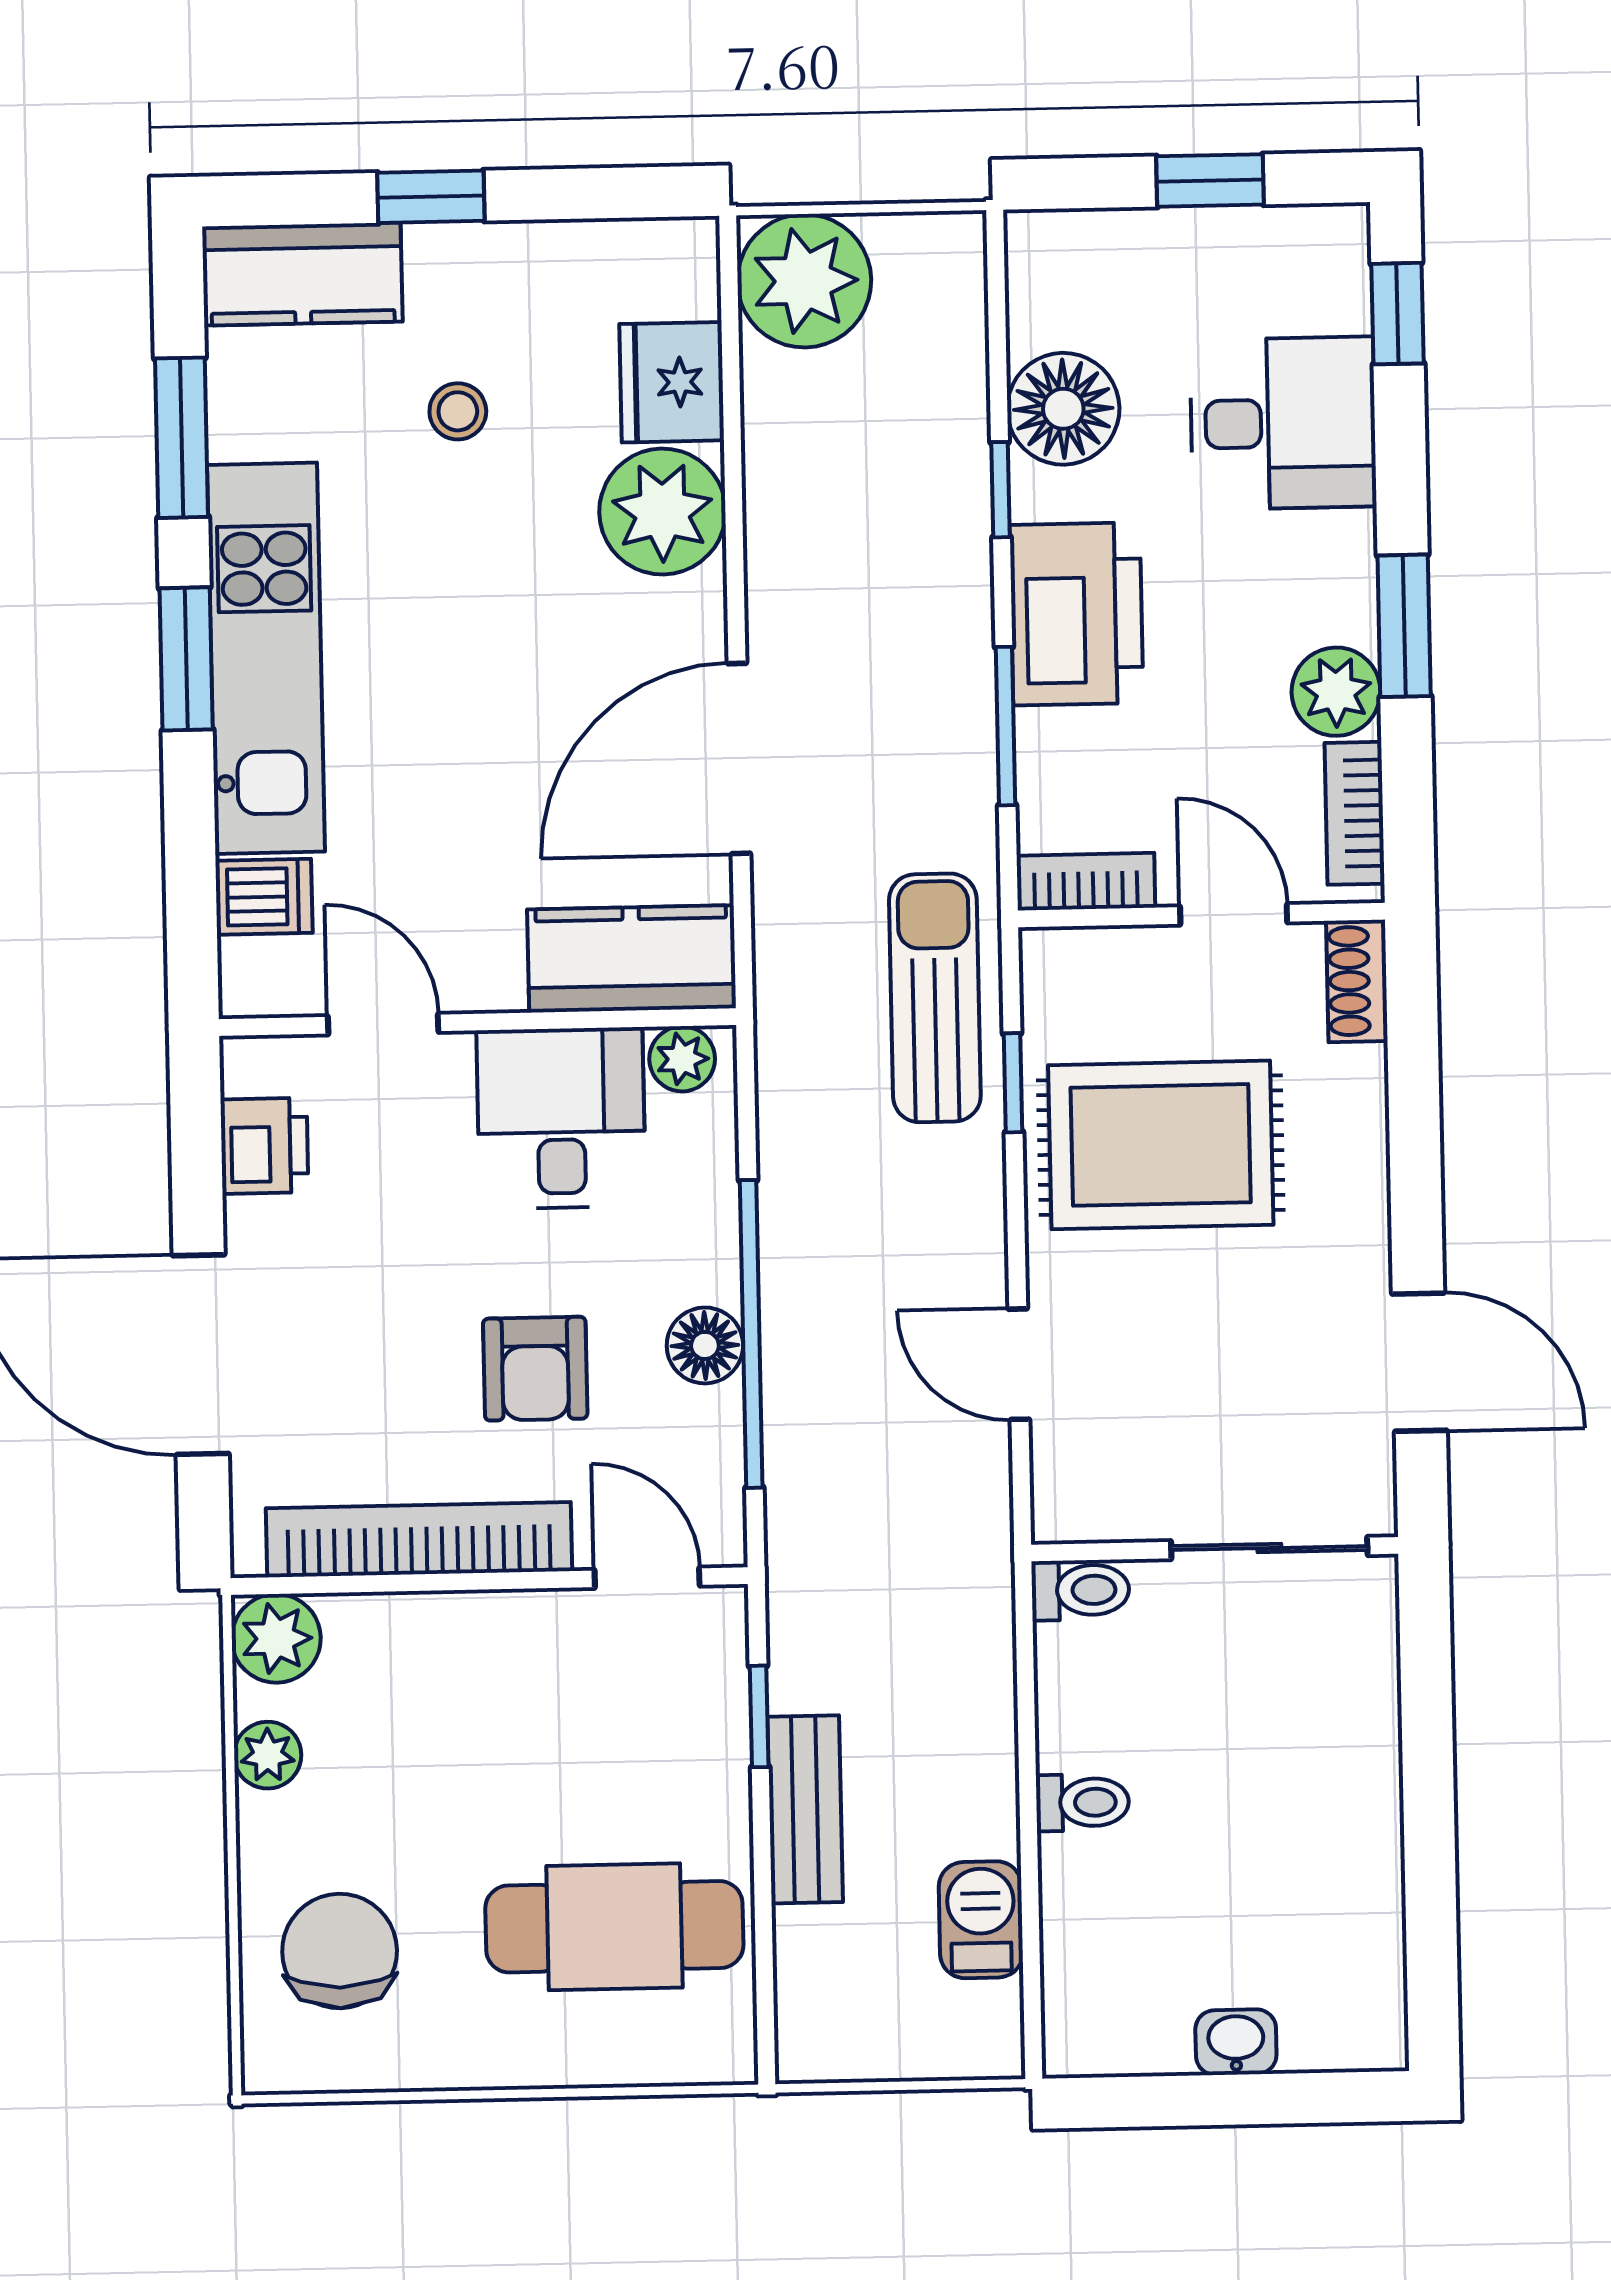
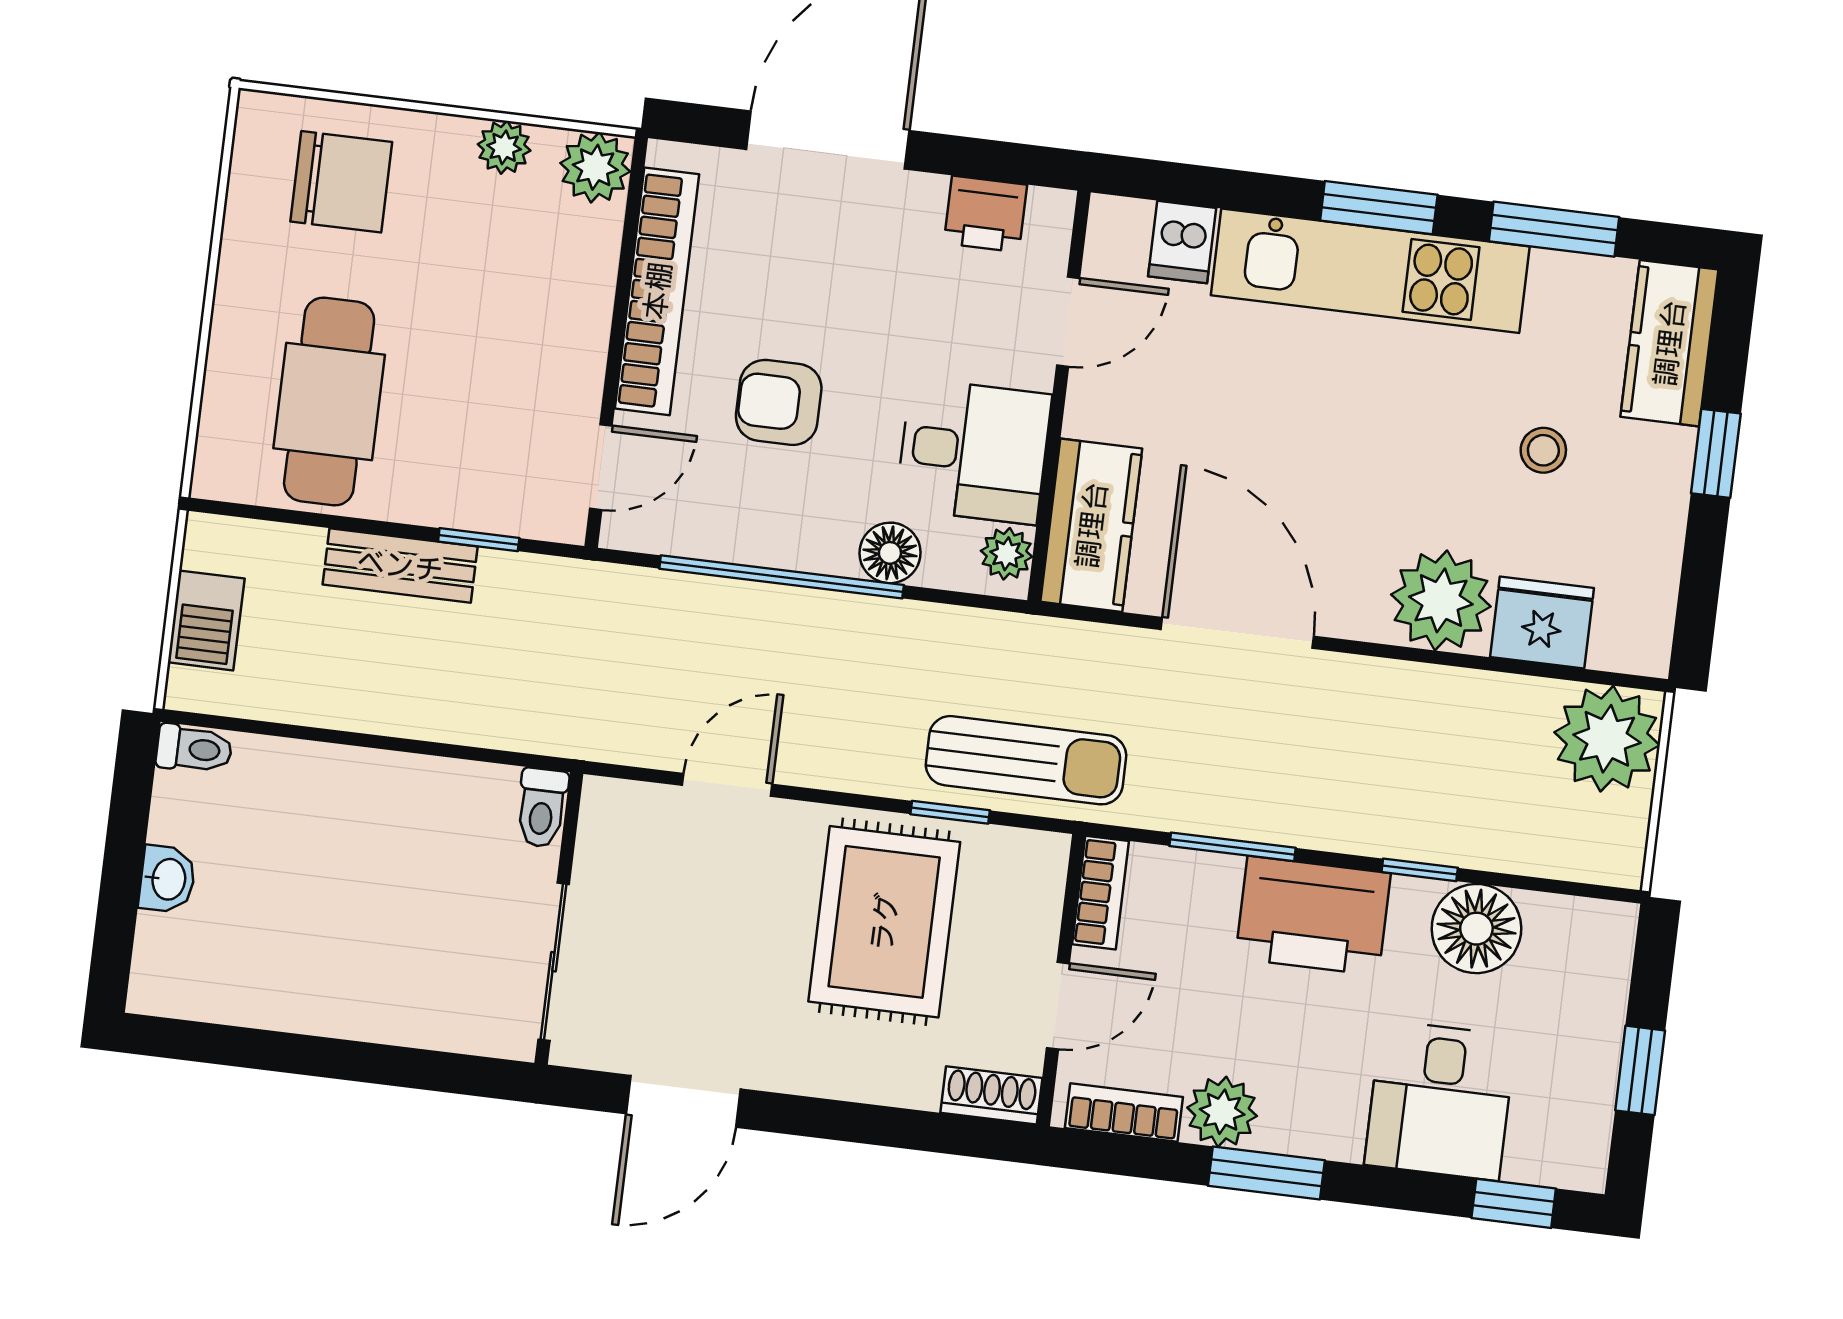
floor lamp: (705, 1345) -> (890, 553), moved
toilet: (1083, 1802) -> (194, 749), moved, turned -90
barbecue: (981, 1920) -> (206, 620), moved, turned 90

